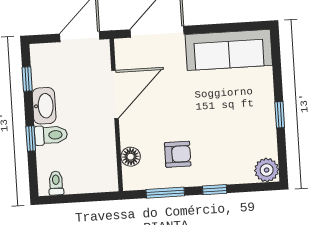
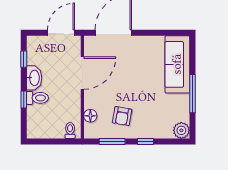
sofa: (229, 50) -> (177, 64), moved, turned 90
window: (280, 115) -> (192, 94), width x2.17
armchair: (178, 154) -> (122, 116), turned 100
toilet: (56, 183) -> (70, 131), moved

